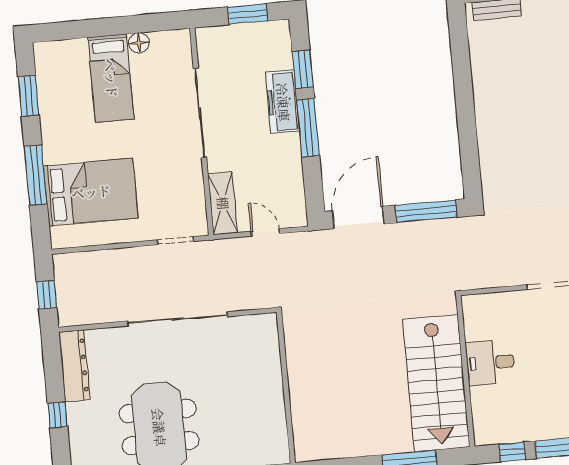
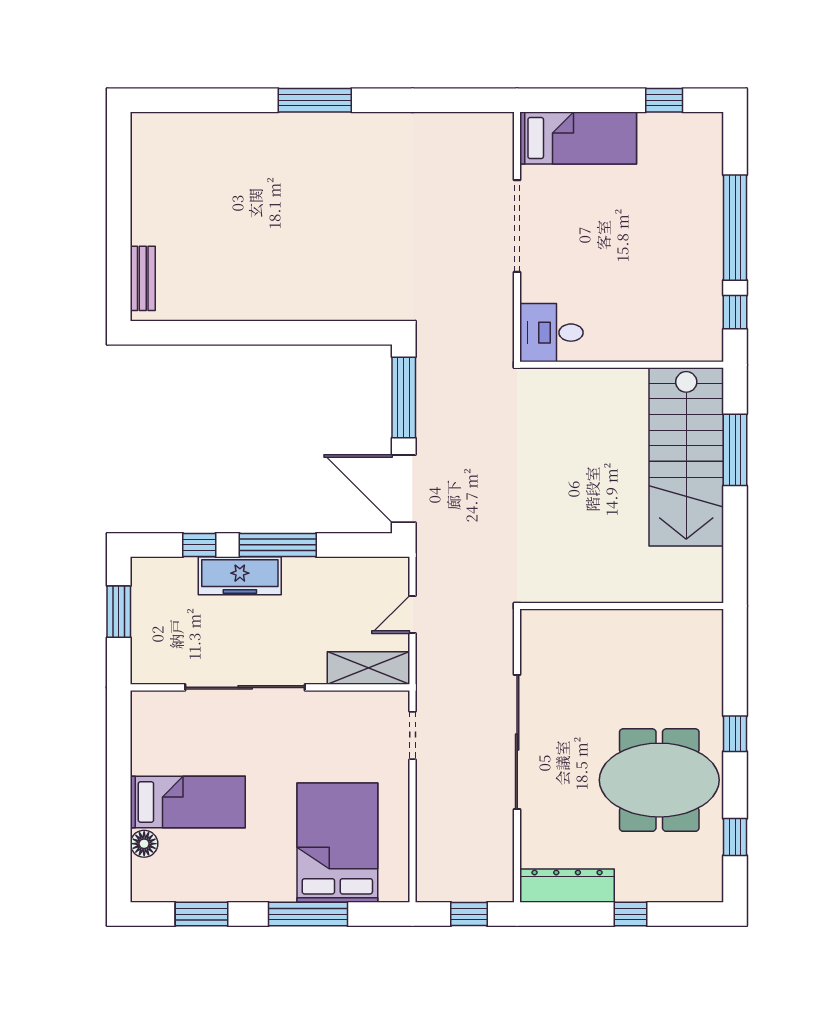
floor lamp: (139, 43) -> (144, 844), moved
window: (303, 69) -> (199, 545), width x0.67
desk: (490, 363) -> (551, 333), moved, turned 90
stairs: (436, 383) -> (686, 457), moved, turned 90

